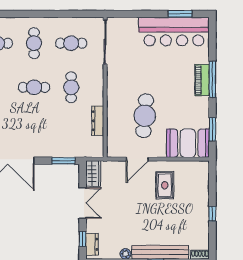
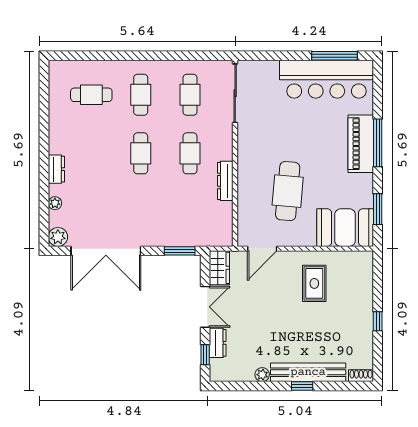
window: (180, 14) -> (335, 56), width x1.44
cafe table: (71, 43) -> (190, 95), turned 90
piano: (202, 80) -> (361, 144), width x1.37, depth x1.33
cafe table: (34, 87) -> (141, 153), turned 90
dresser: (98, 121) -> (225, 181), moved
door: (137, 159) -> (262, 249), moved
dresser: (92, 244) -> (218, 343), moved

